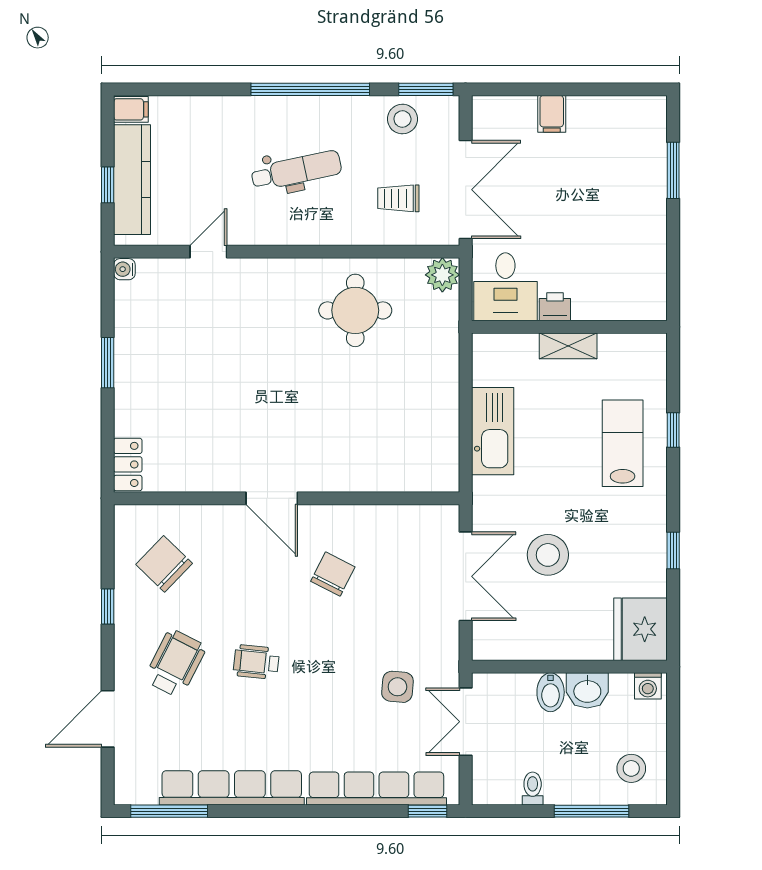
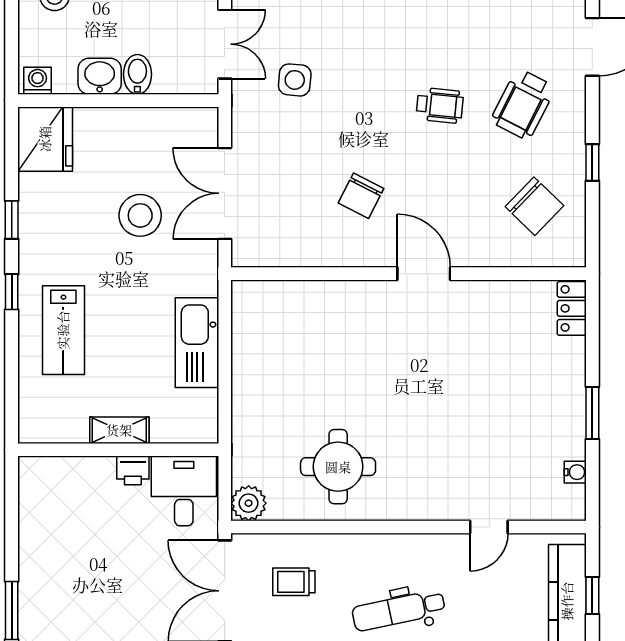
trolley: (398, 198) -> (294, 582), turned 180
water cooler: (124, 269) -> (575, 472), moved
window: (673, 430) -> (12, 292), moved

